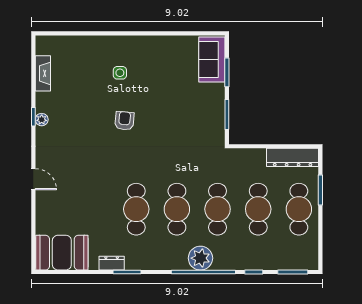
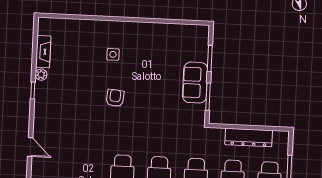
sofa: (212, 59) -> (195, 83), moved
plant: (42, 120) -> (41, 75), moved
dresser: (293, 157) -> (249, 138), moved

